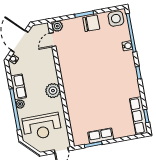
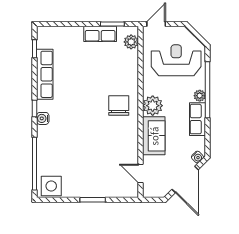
chair: (91, 23) -> (119, 106), moved, turned 90
plant: (57, 26) -> (131, 42), moved
door: (53, 40) -> (141, 173), swing flipped
water cooler: (127, 46) -> (43, 118), moved
sofa: (48, 69) -> (154, 136), added
row of seats: (139, 116) -> (45, 74), moved

